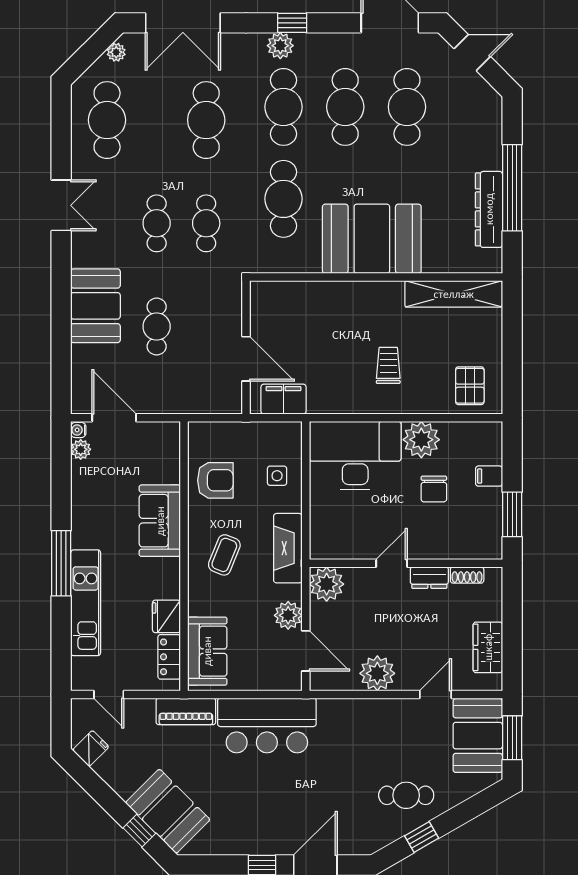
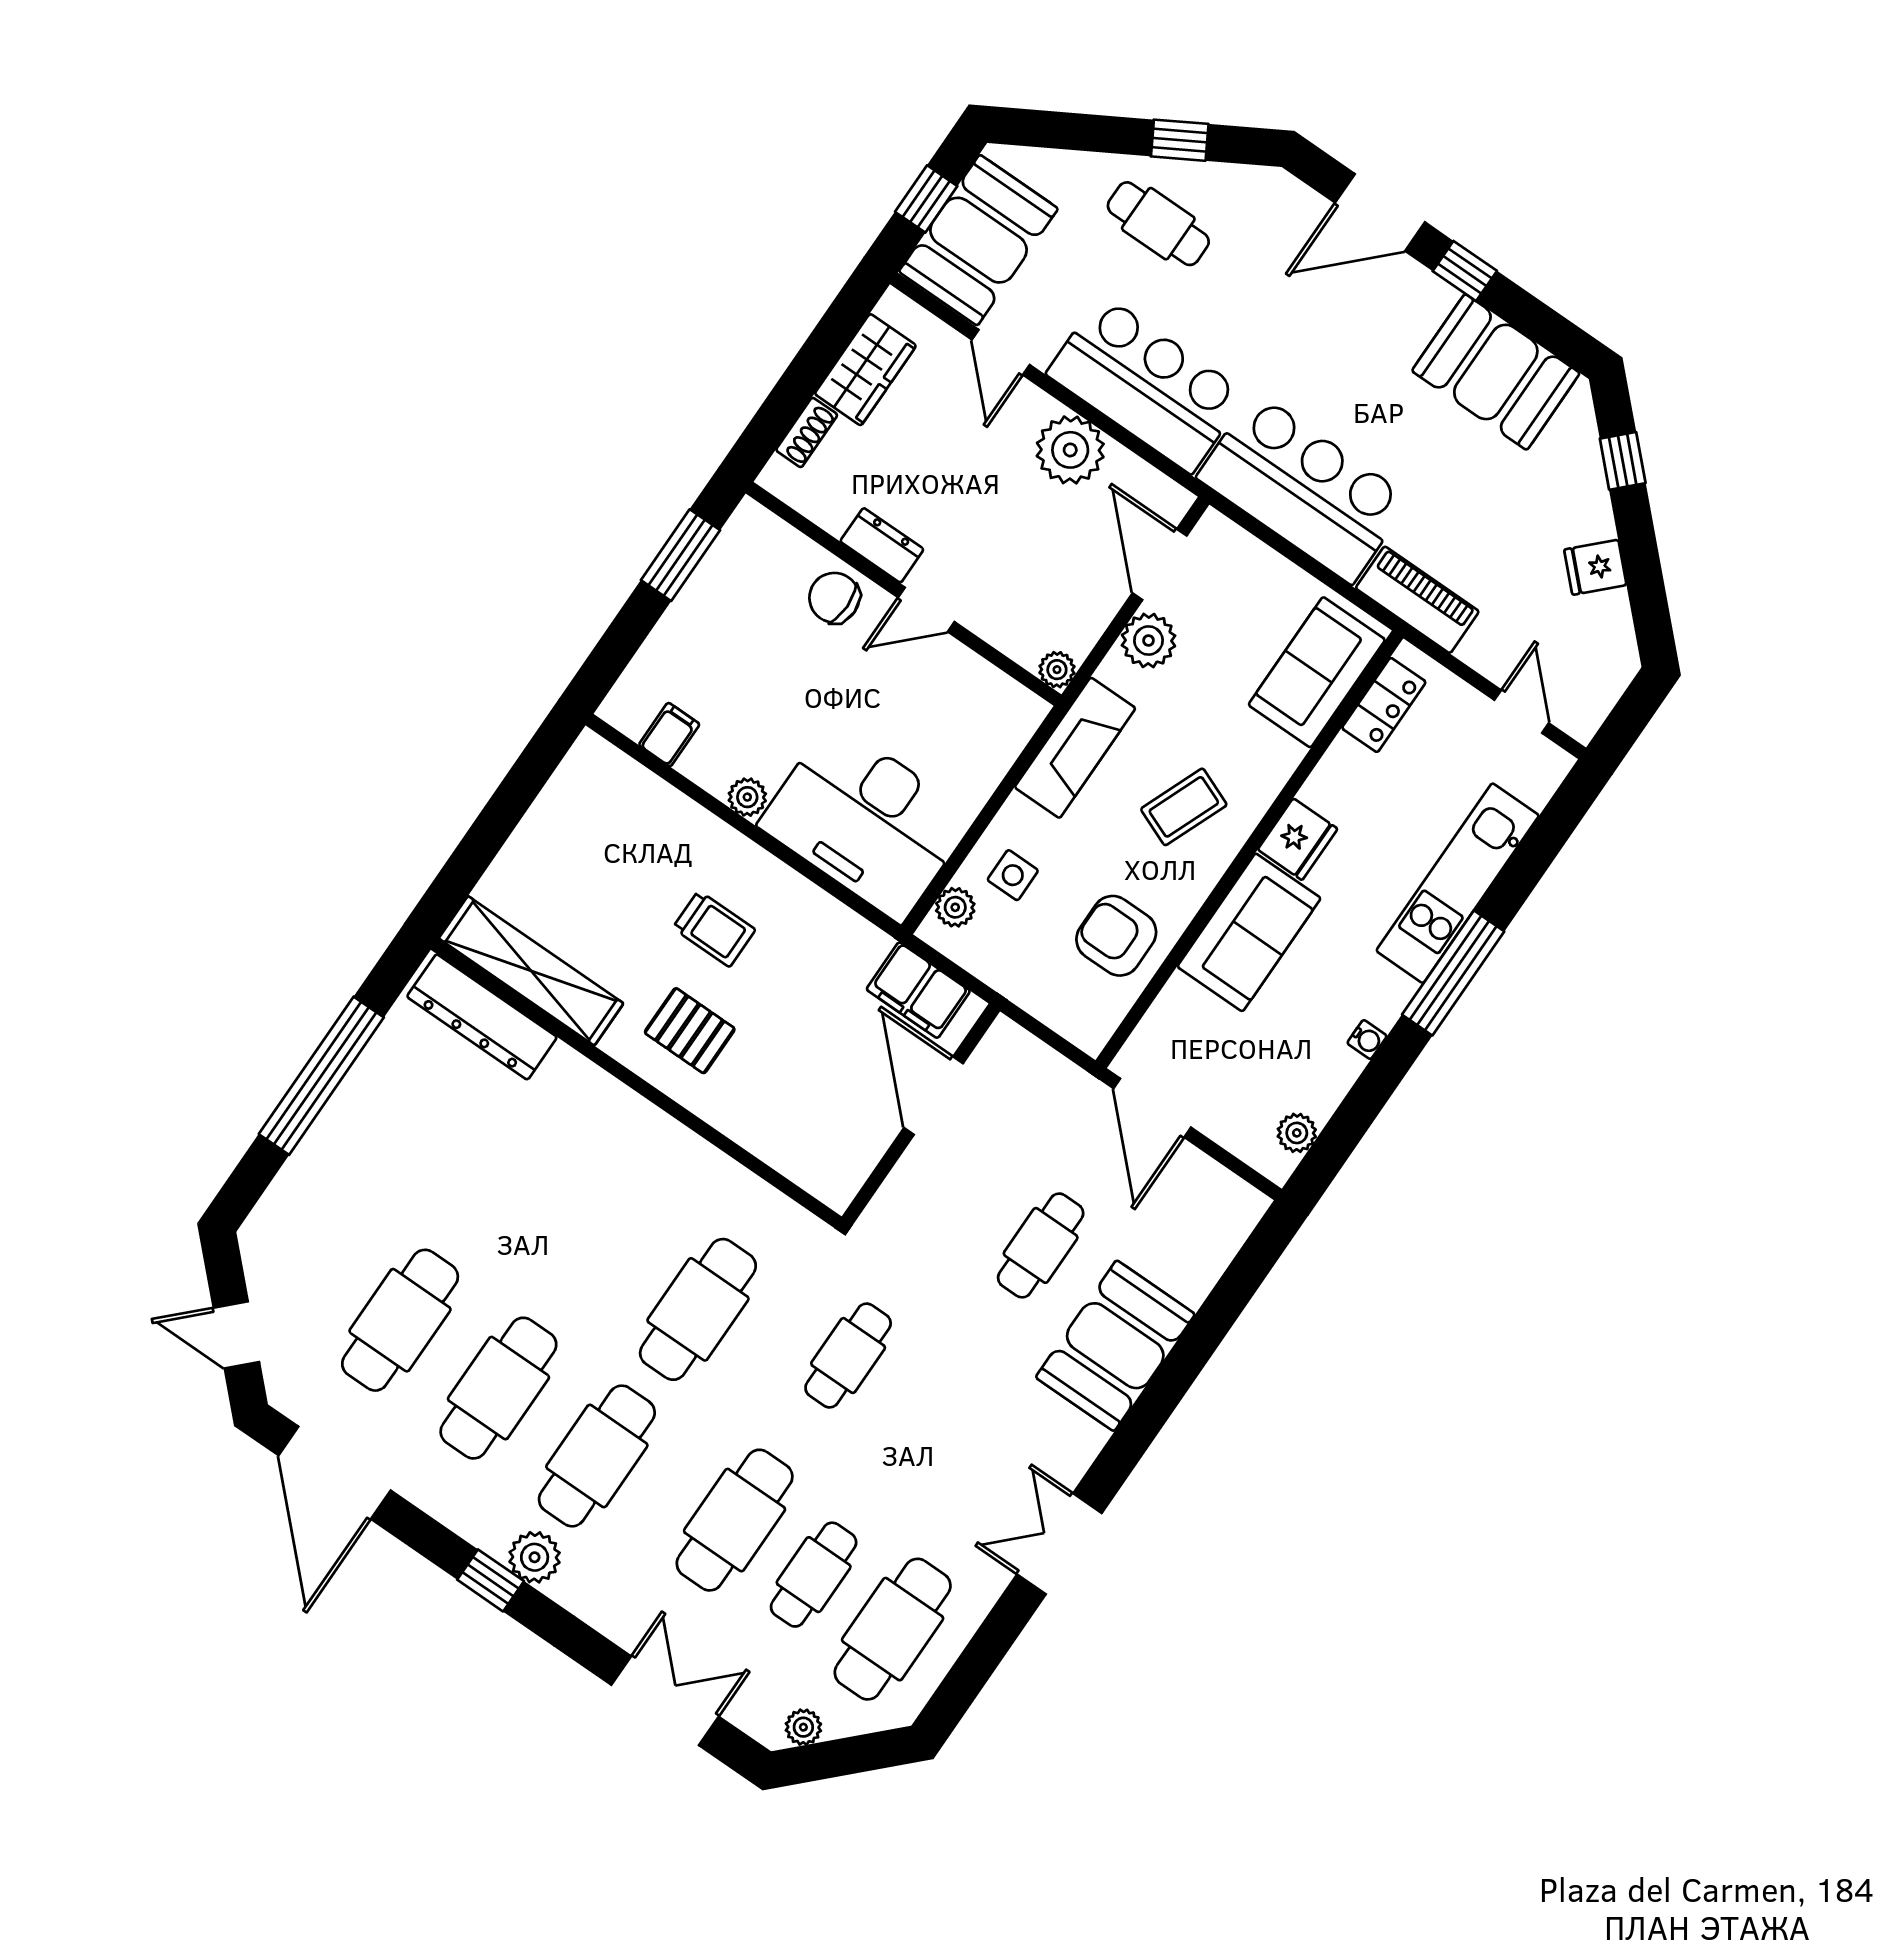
double door: (183, 23) -> (665, 1701), width x0.73
dresser: (489, 209) -> (482, 1017), moved, turned 90
cafe table: (157, 223) -> (814, 1575), moved
booth: (372, 239) -> (601, 1149), removed
trolley: (388, 365) -> (714, 929), turned -90
pallet: (470, 386) -> (690, 1031), moved, turned 90
door: (114, 418) -> (1152, 1108), moved
water cooler: (78, 430) -> (1367, 1039), moved
plant: (421, 440) -> (747, 797), width x0.53, depth x0.53
plant: (292, 445) -> (955, 907), added
filing cabinet: (489, 476) -> (669, 735), moved, turned -90
chair: (434, 489) -> (834, 598), moved, turned -90
shoe rack: (467, 575) -> (807, 432), moved, turned 90
plant: (327, 584) -> (1057, 670), width x0.53, depth x0.53
fridge: (166, 616) -> (1298, 839), moved
door: (435, 694) -> (1001, 352), hinge flipped
bar counter: (364, 724) -> (1146, 384), added
window: (512, 738) -> (926, 199), width x0.67
fridge: (91, 748) -> (1595, 567), moved
booth: (168, 811) -> (1496, 372), moved, turned -45

